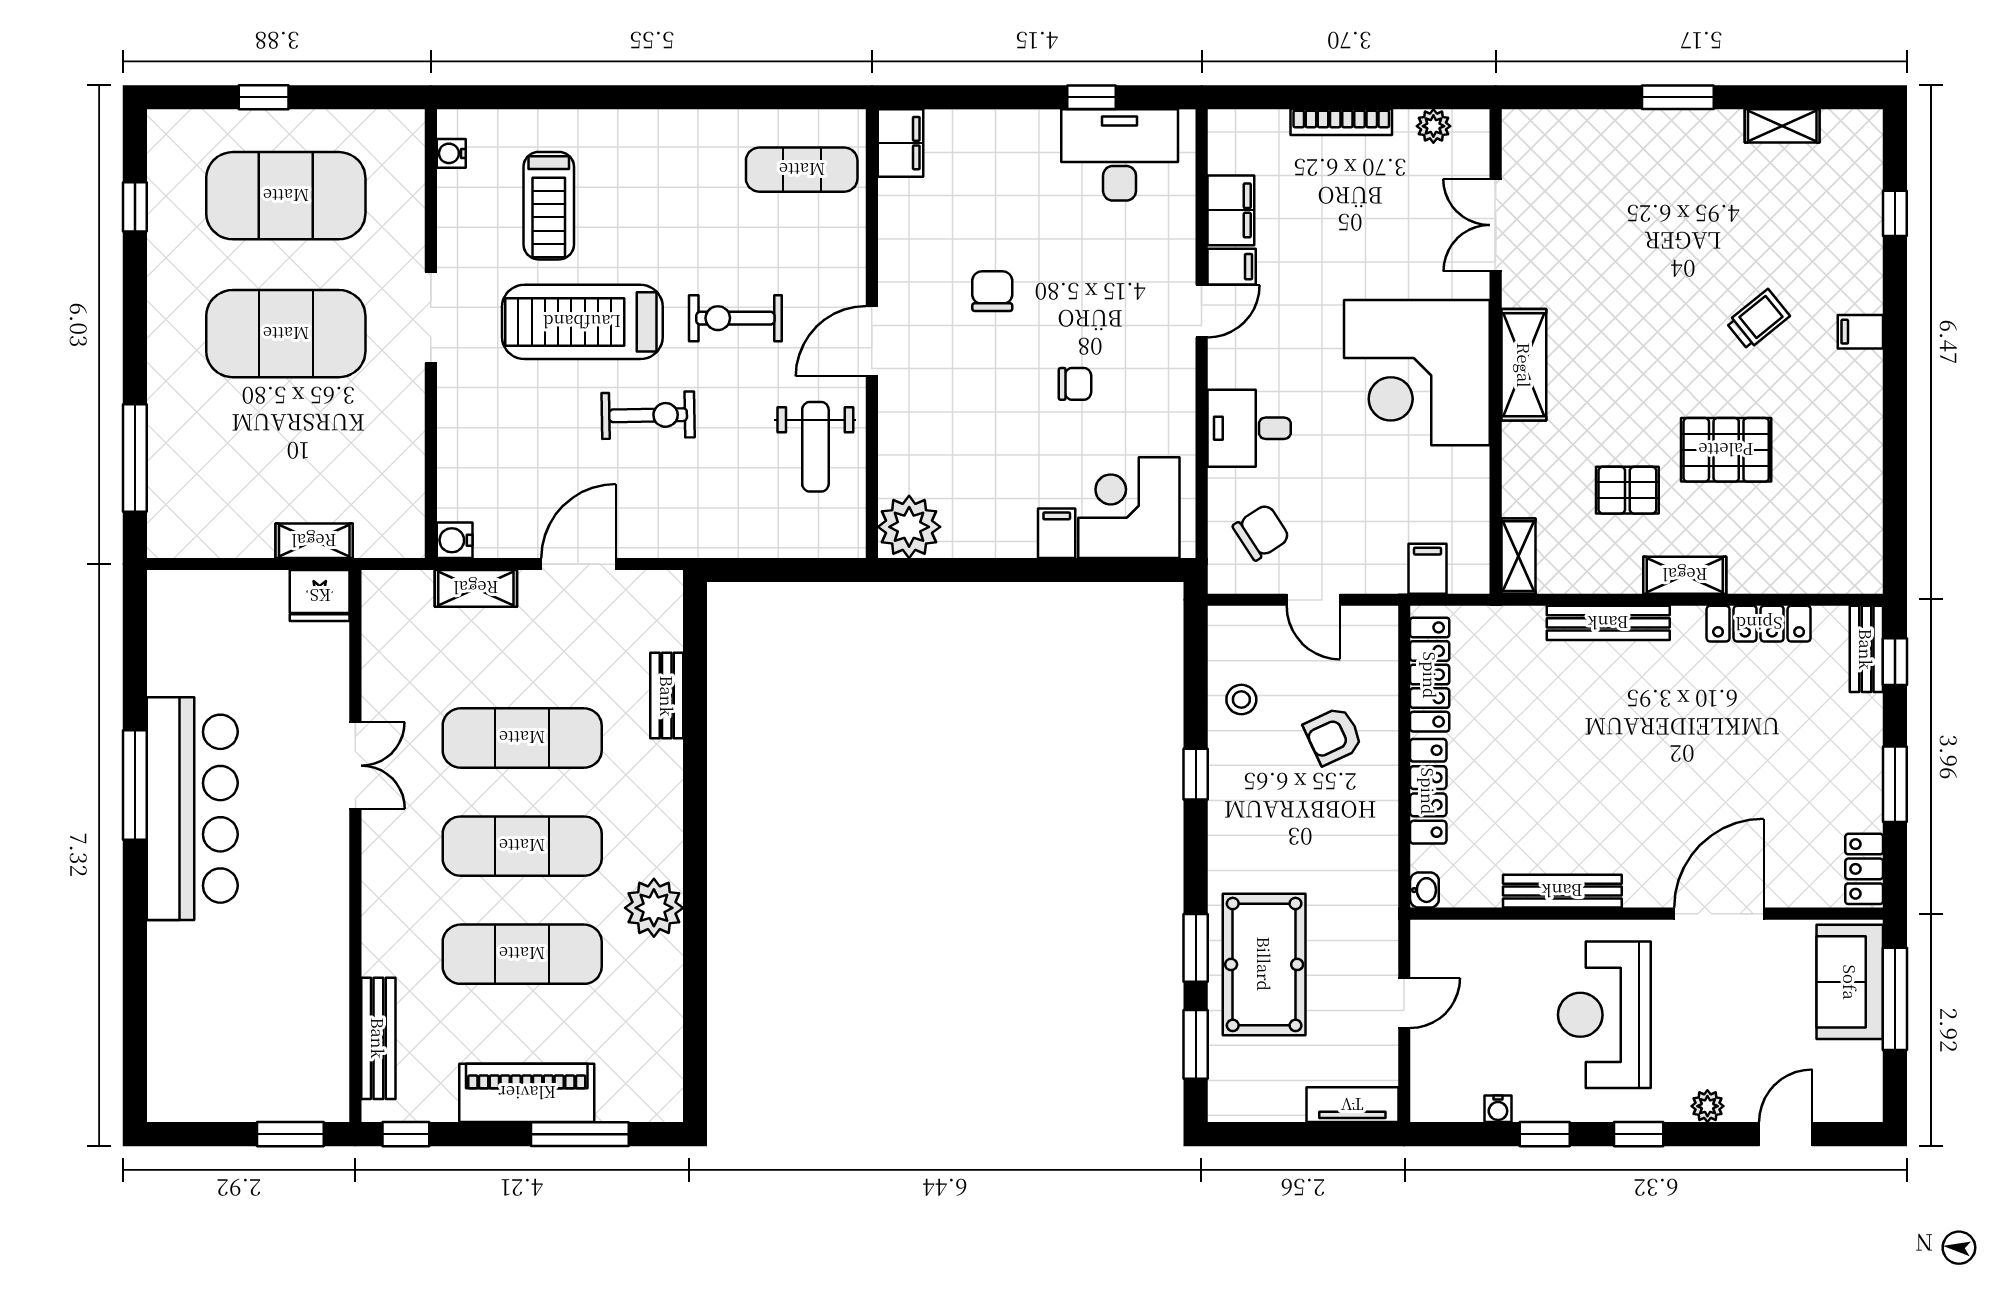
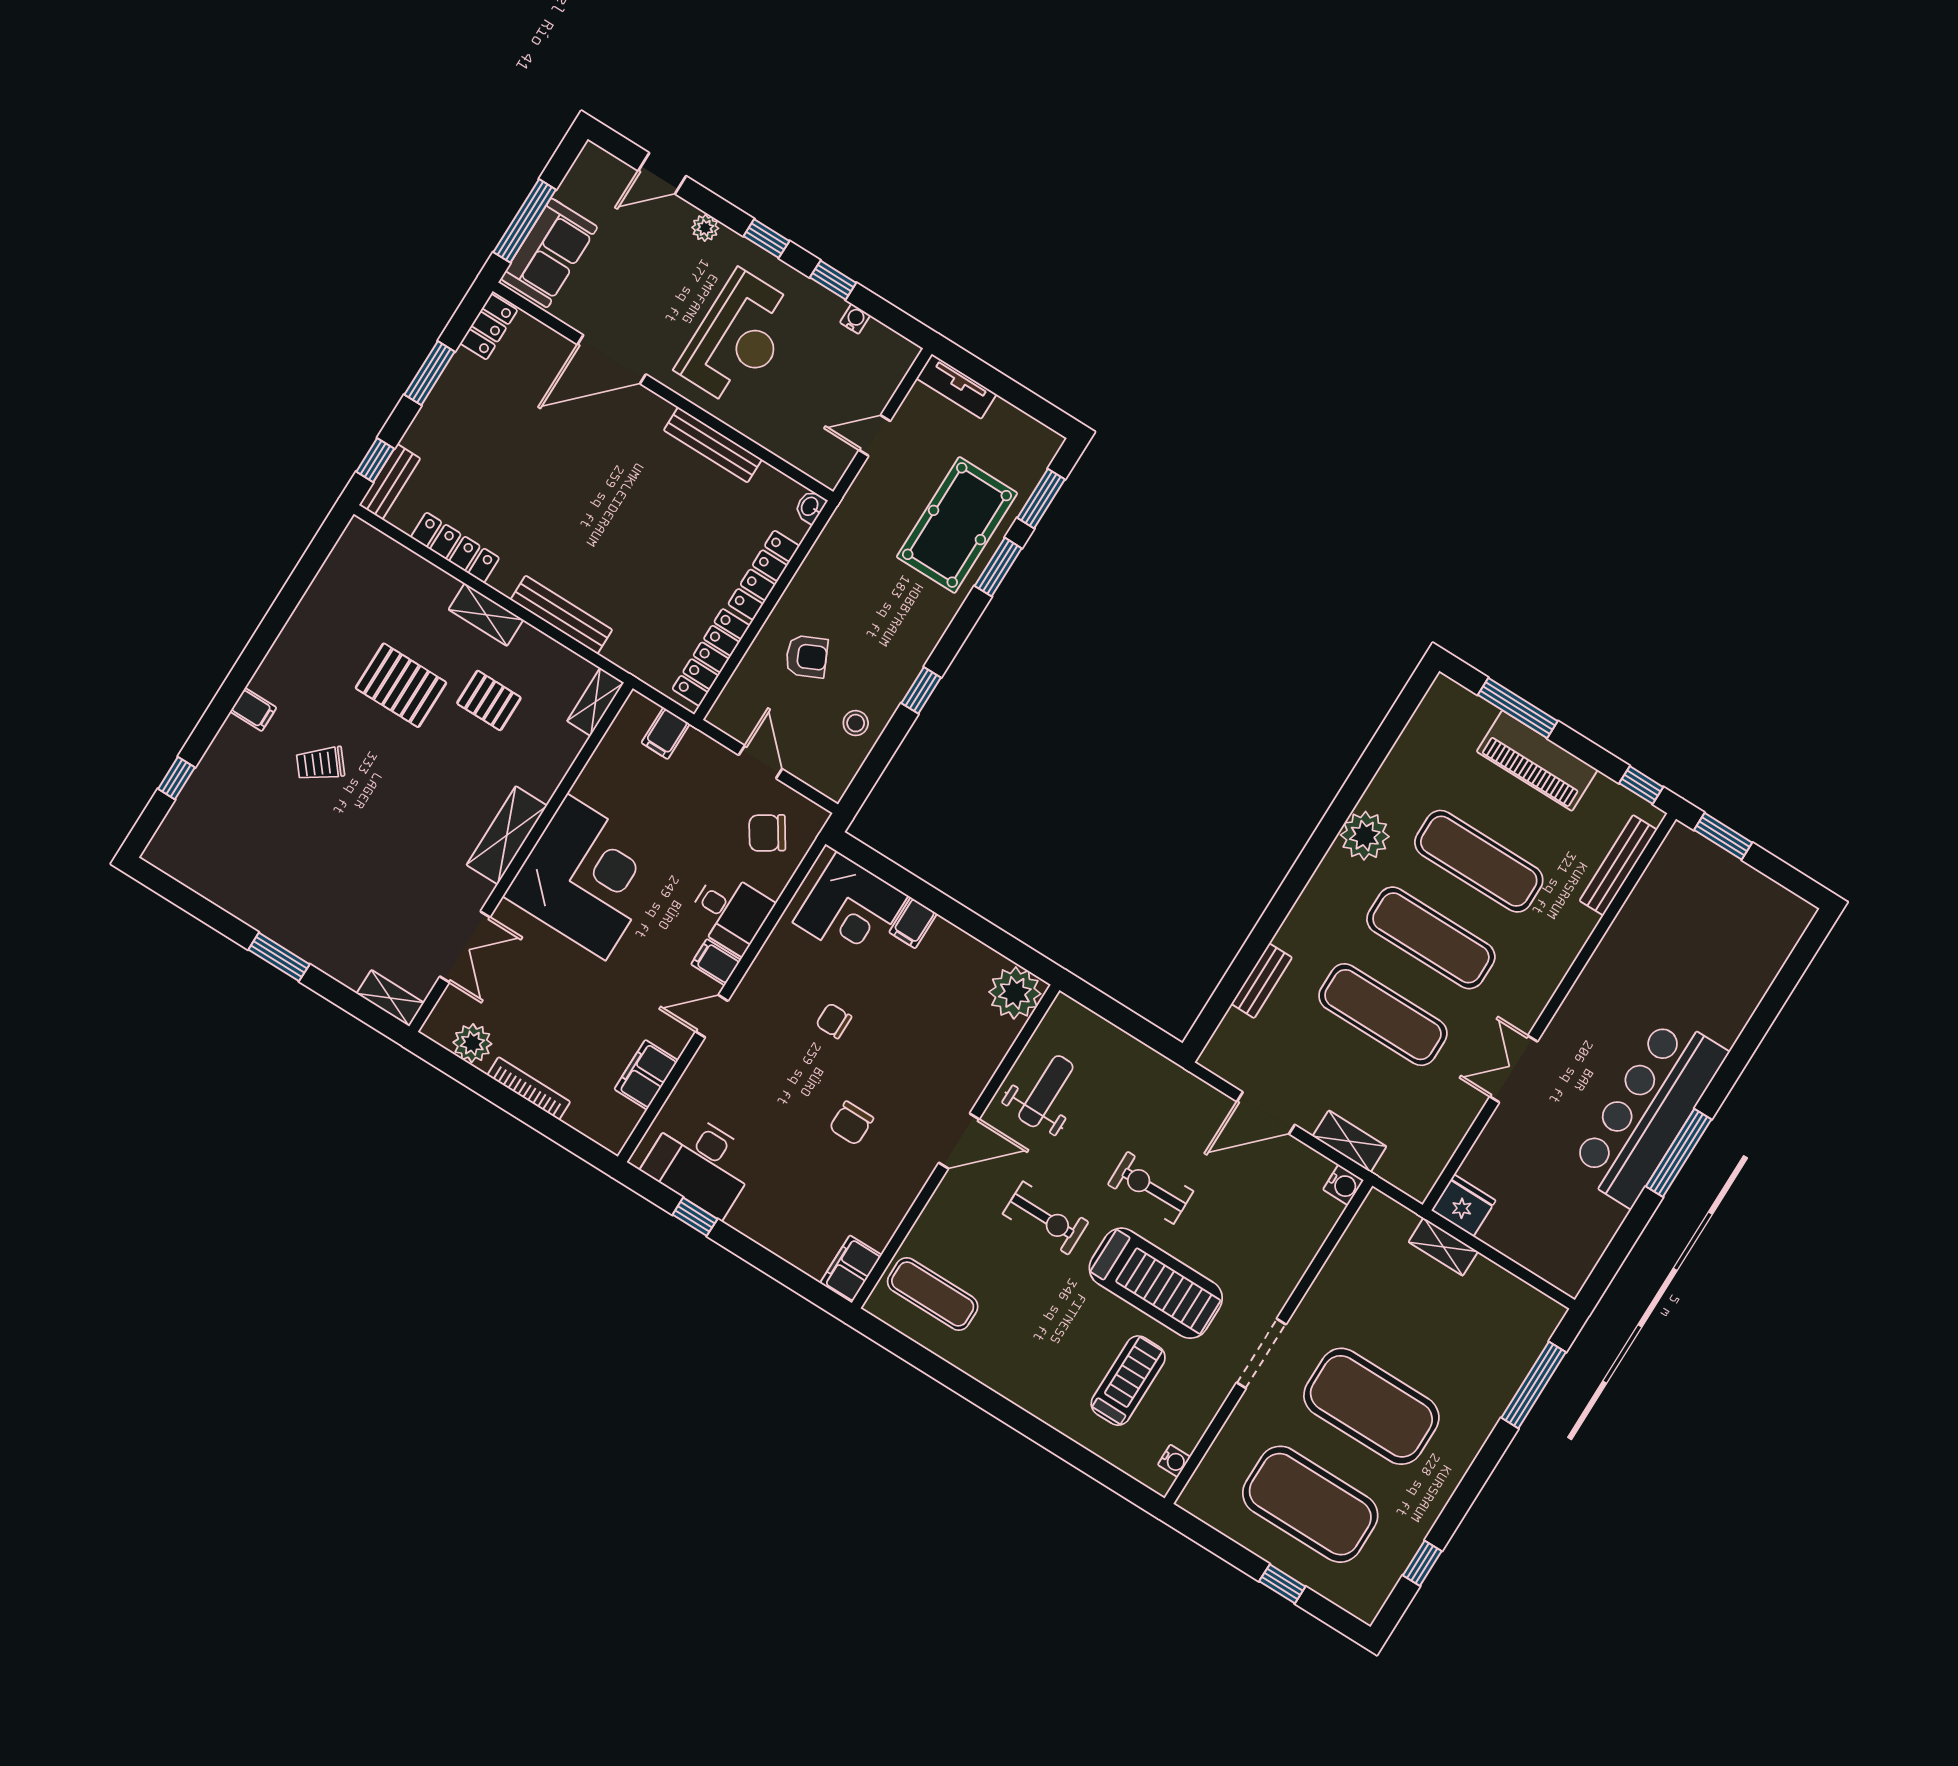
plant: (1433, 126) -> (472, 1043), width x1.38, depth x1.38
shelving: (1782, 126) -> (390, 998), moved
filing cabinet: (1232, 267) -> (716, 962), moved

